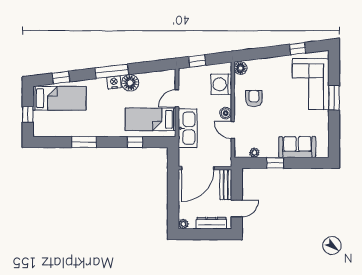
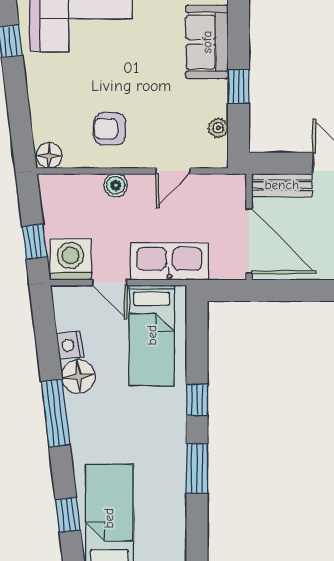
nightstand: (114, 82) -> (70, 345), moved
washing machine: (221, 84) -> (71, 259), moved, turned 180
boiler: (226, 113) -> (116, 185), moved
window: (135, 142) -> (197, 400), moved

